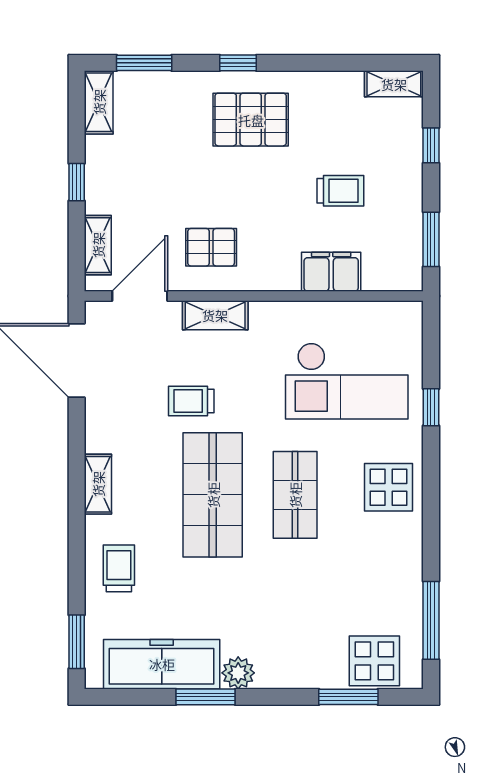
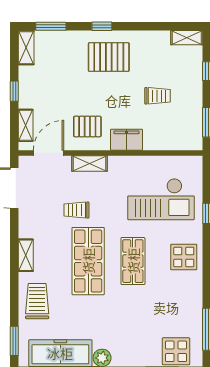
filing cabinet: (331, 272) -> (126, 140), moved
trolley: (119, 568) -> (37, 301), width x1.36, depth x1.39

